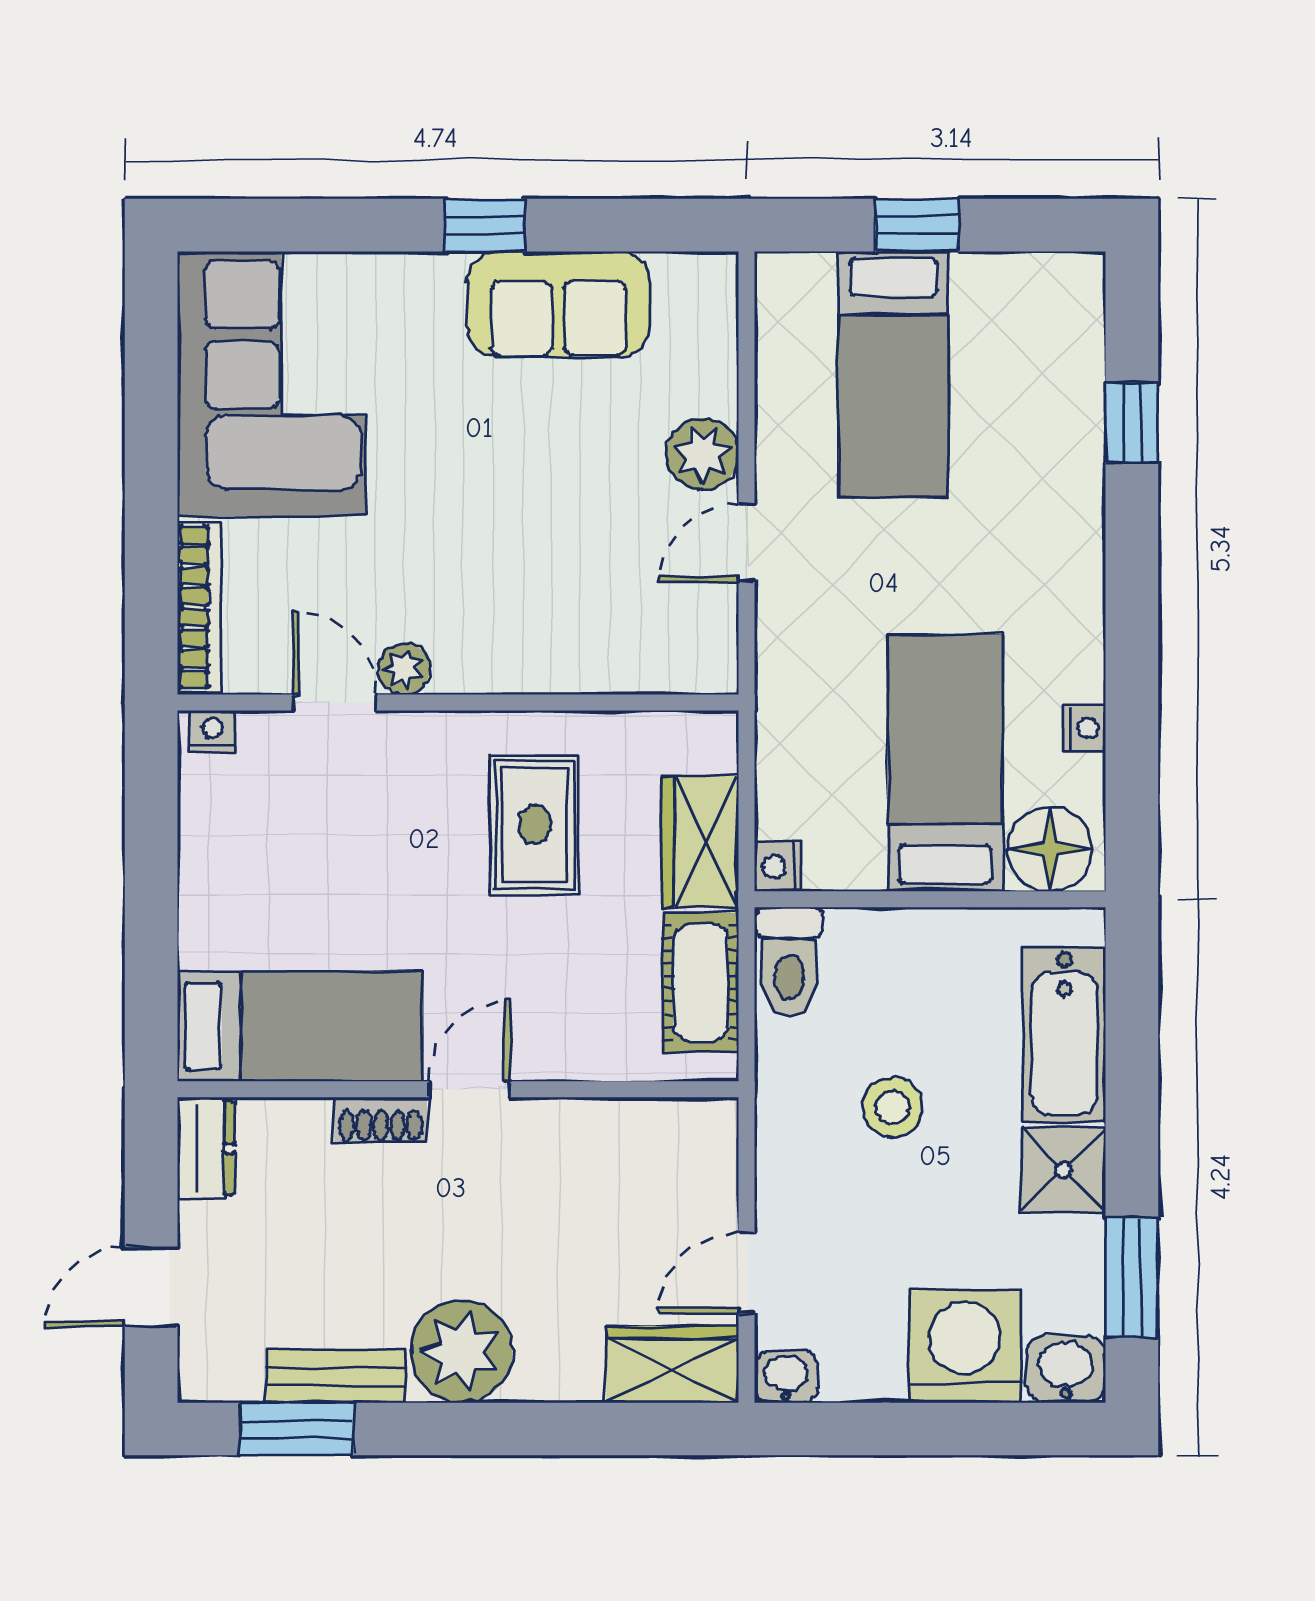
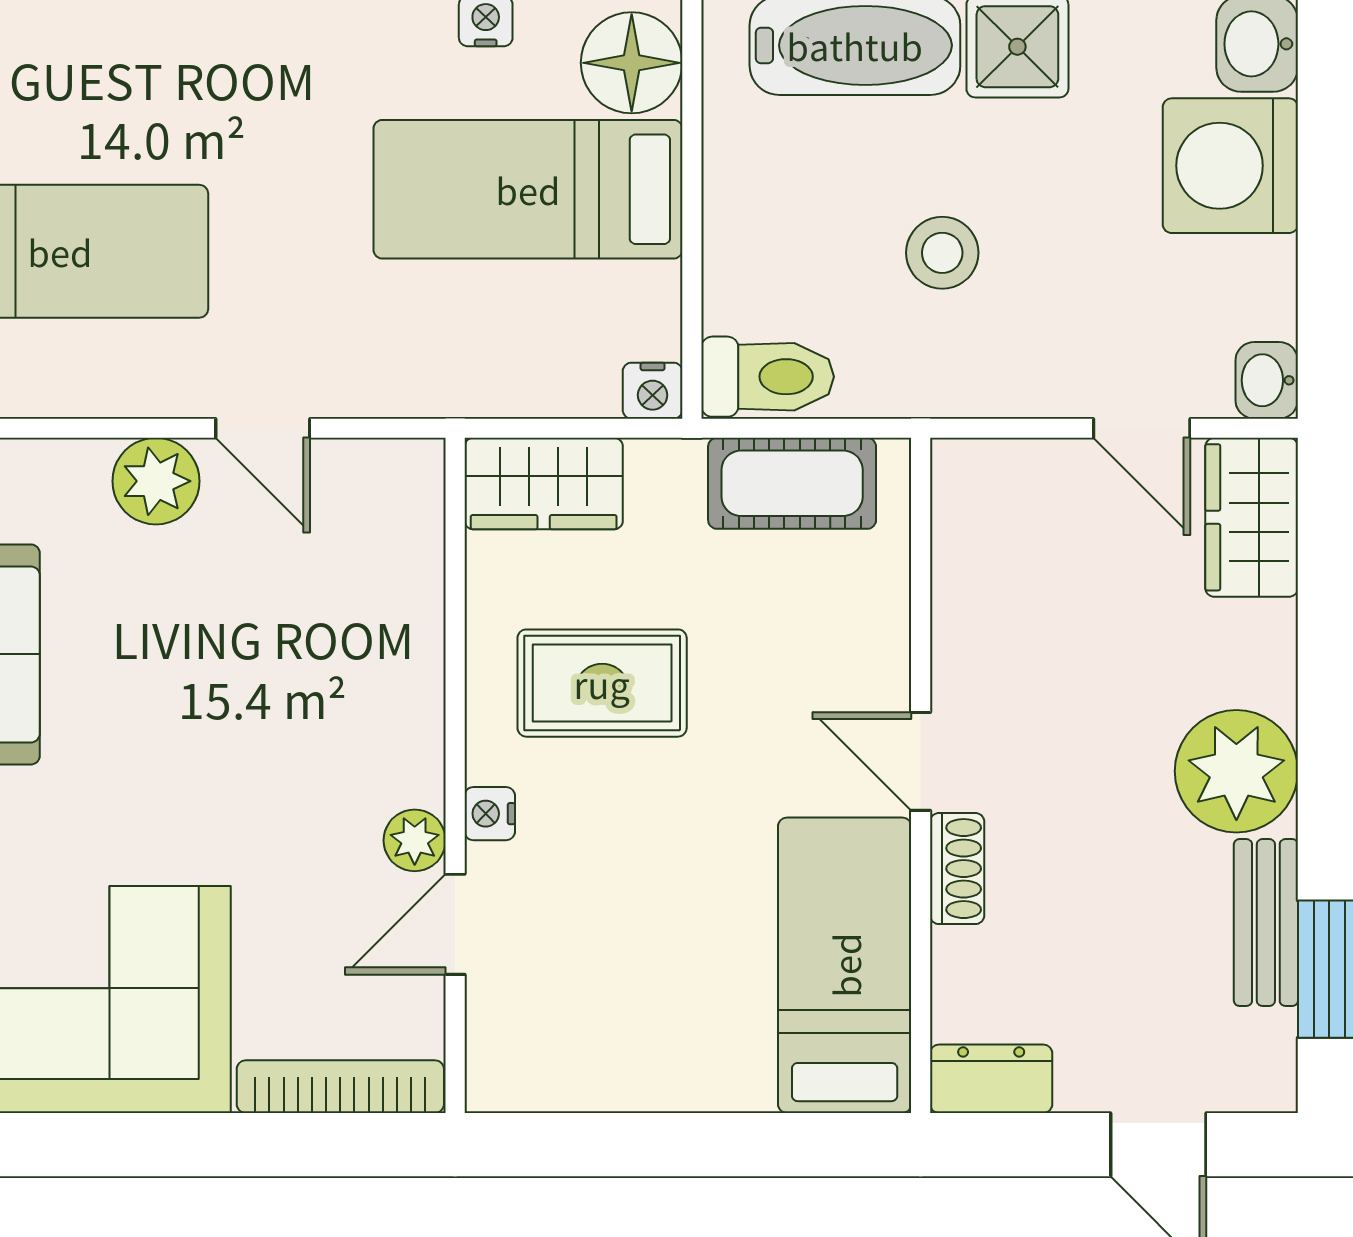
nightstand: (213, 731) -> (490, 814), moved
wardrobe: (700, 842) -> (544, 484), moved

